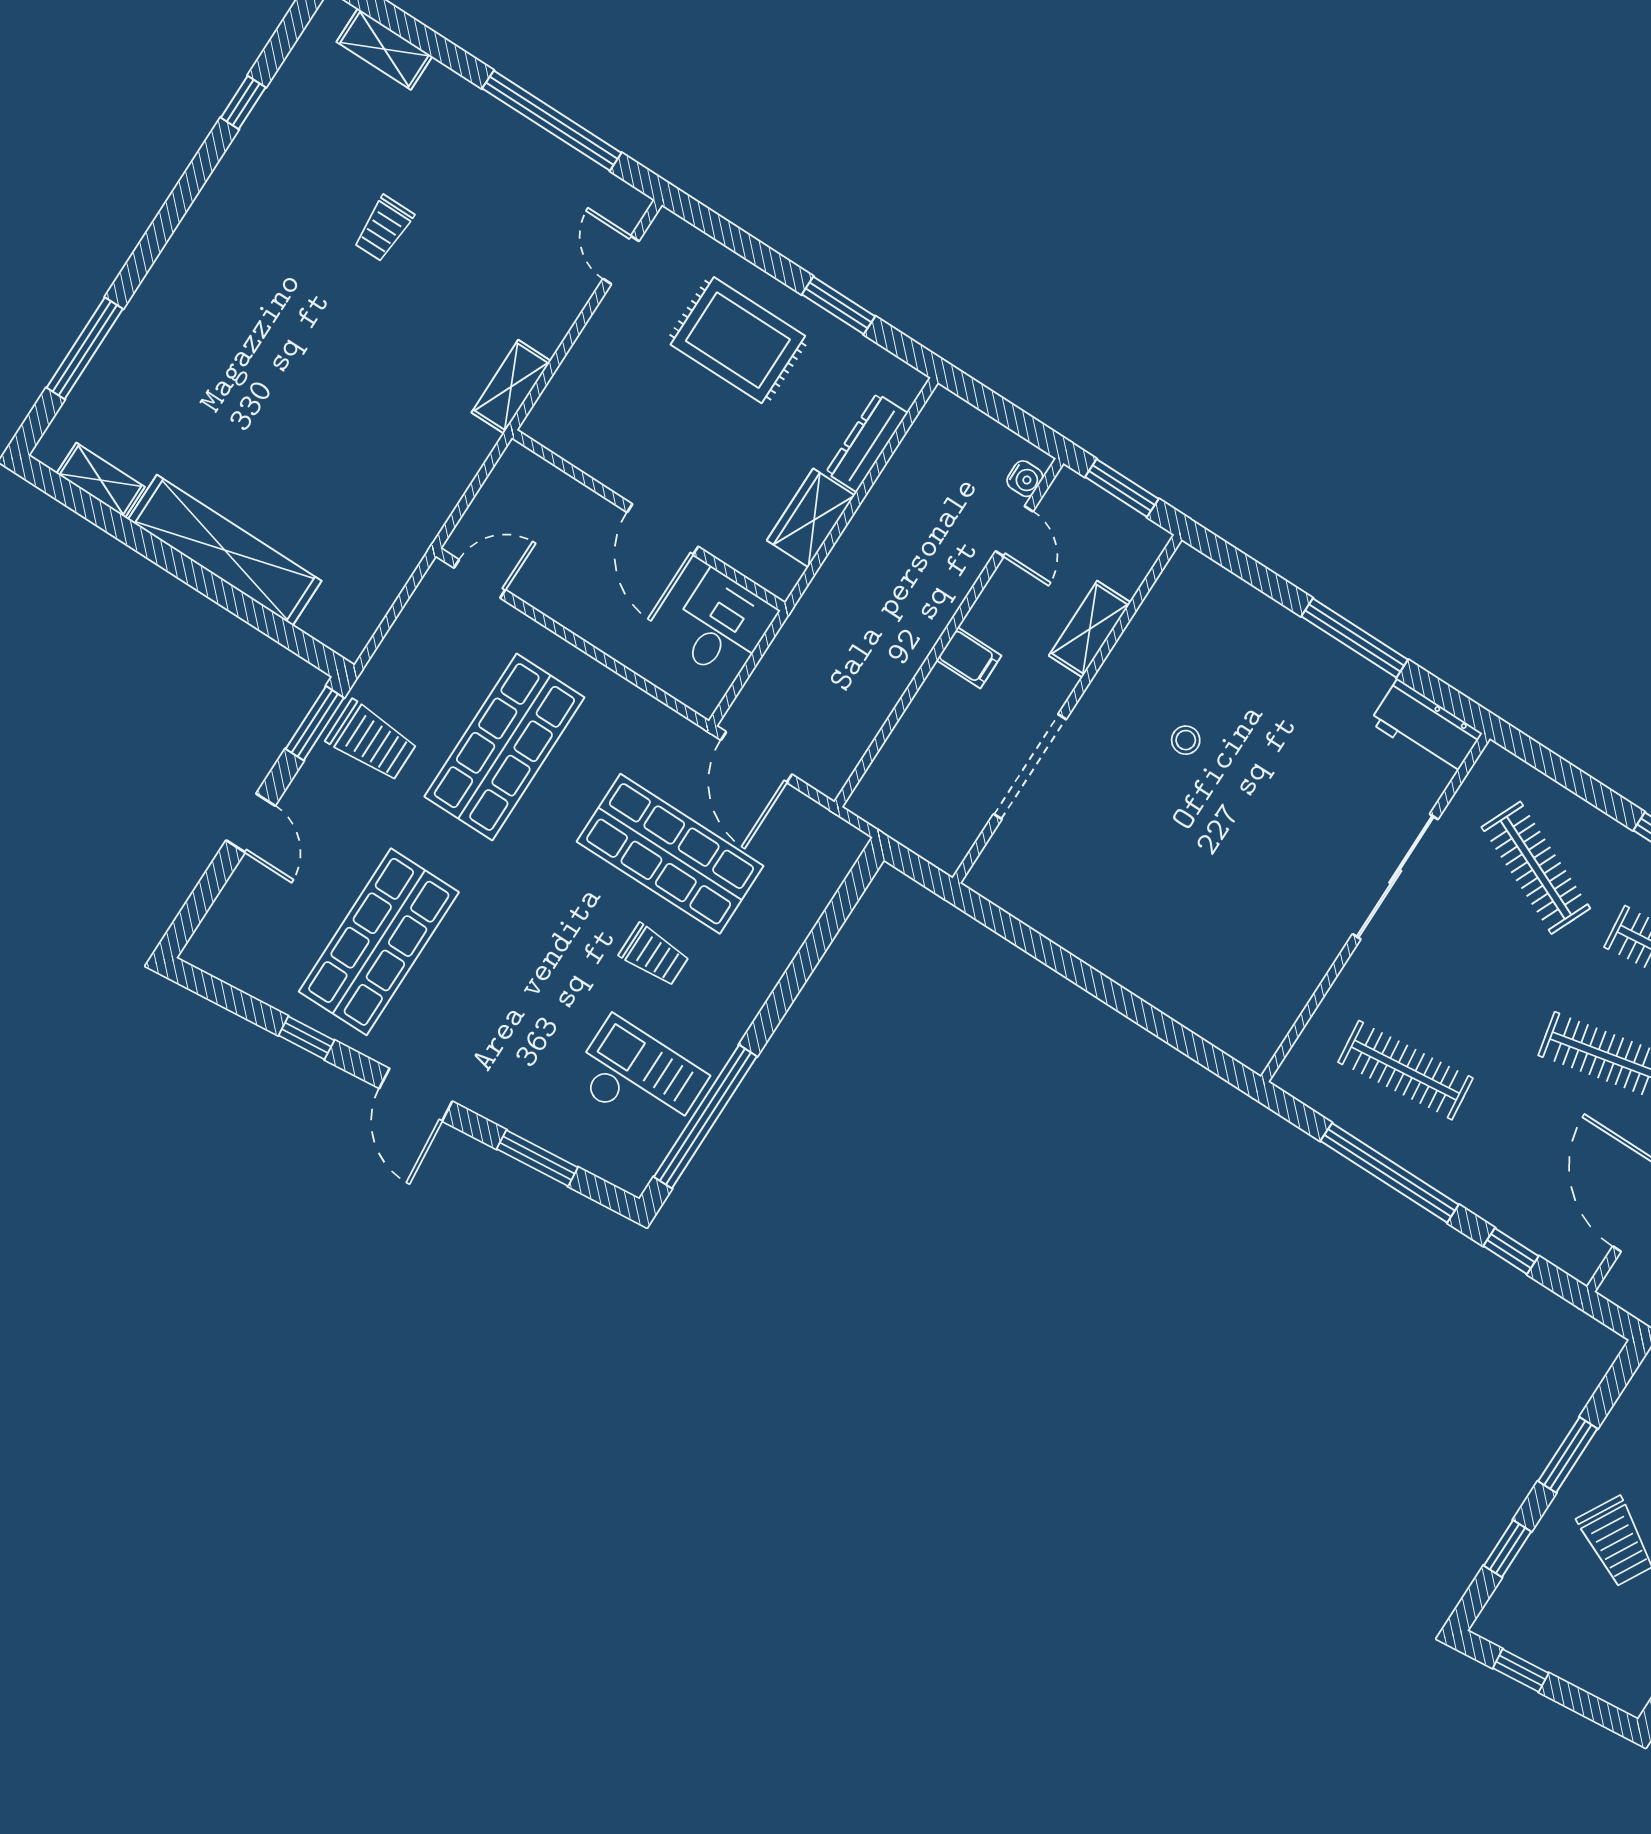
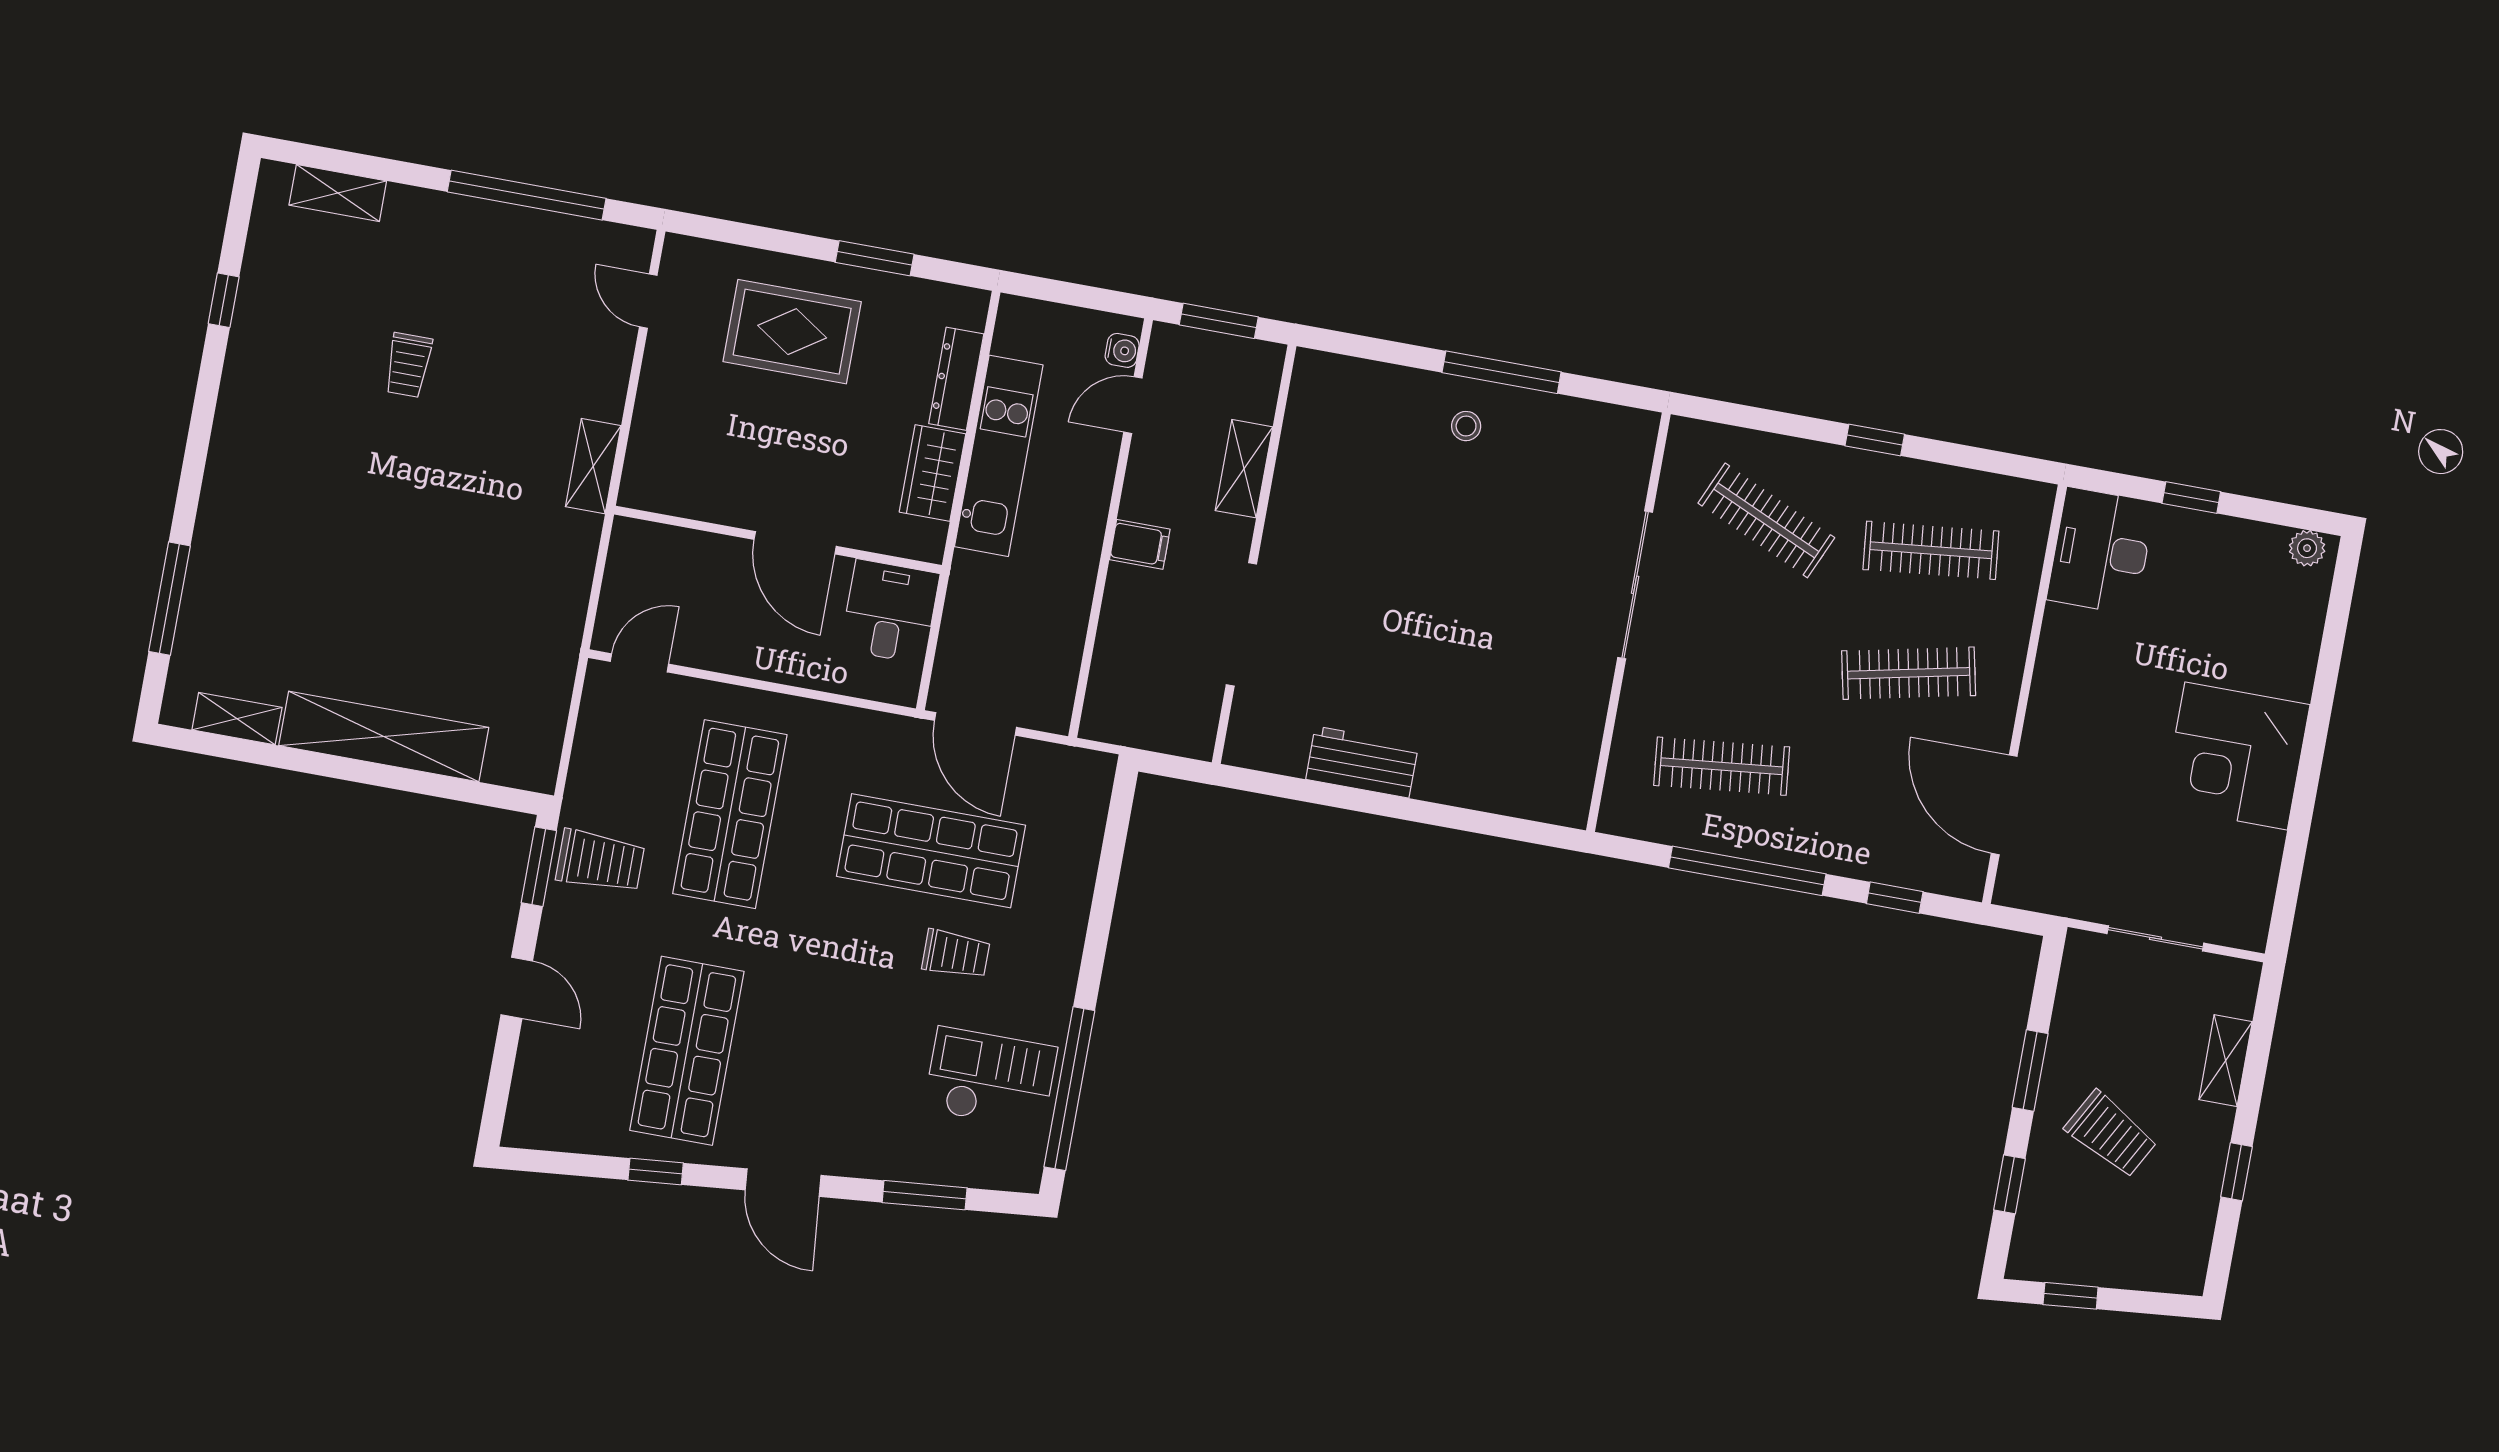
kitchen unit: (876, 527) -> (999, 456), added
door: (1014, 531) -> (1133, 405), swing flipped
workbench: (1426, 728) -> (1362, 762), moved, turned 180
stool: (1186, 740) -> (1466, 426), moved

